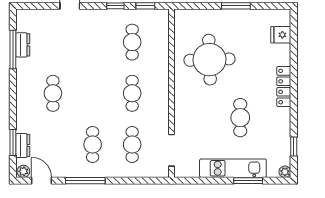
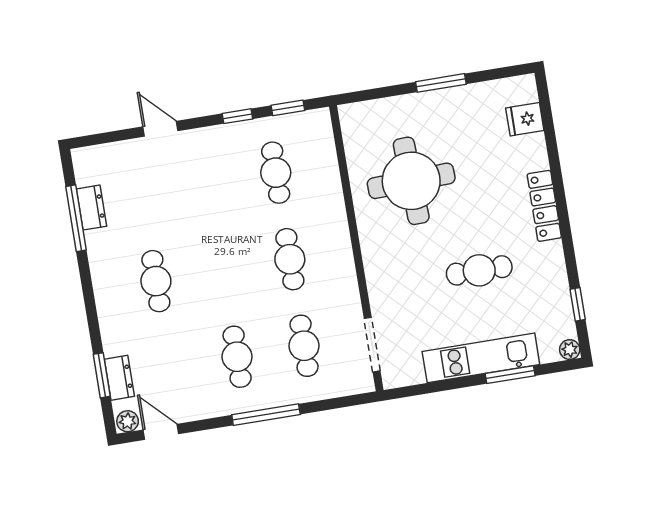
cafe table: (240, 118) -> (479, 270), turned 90
window: (85, 181) -> (266, 415), moved

